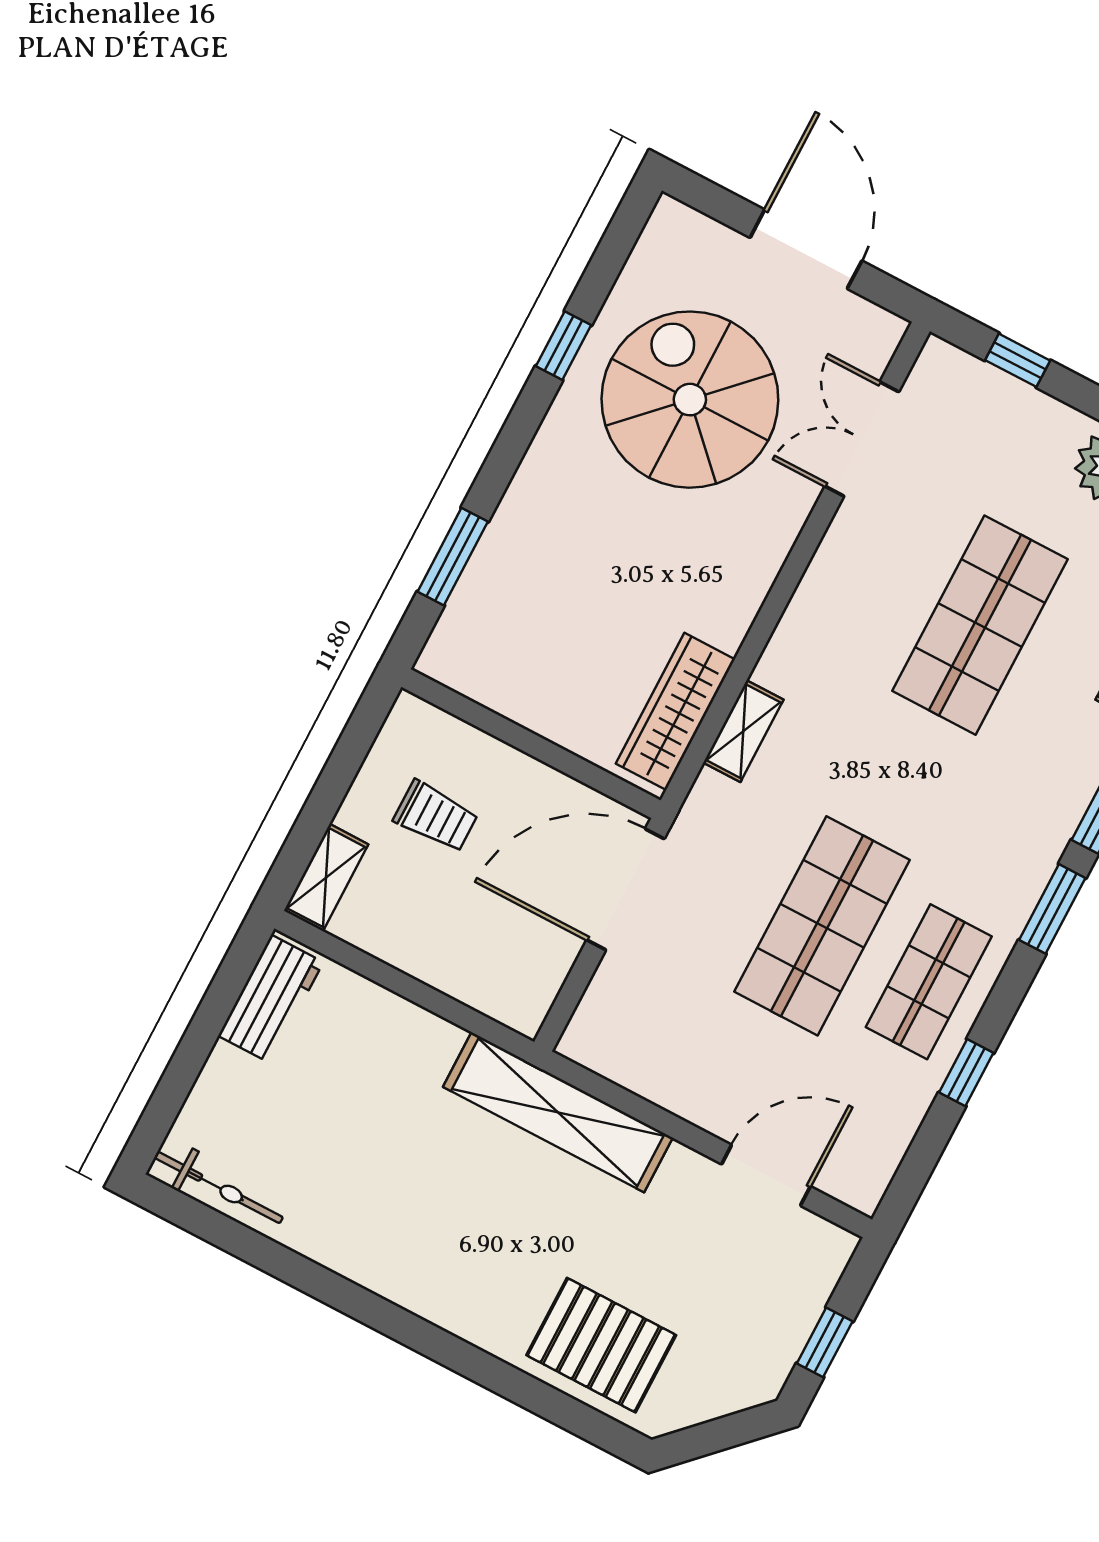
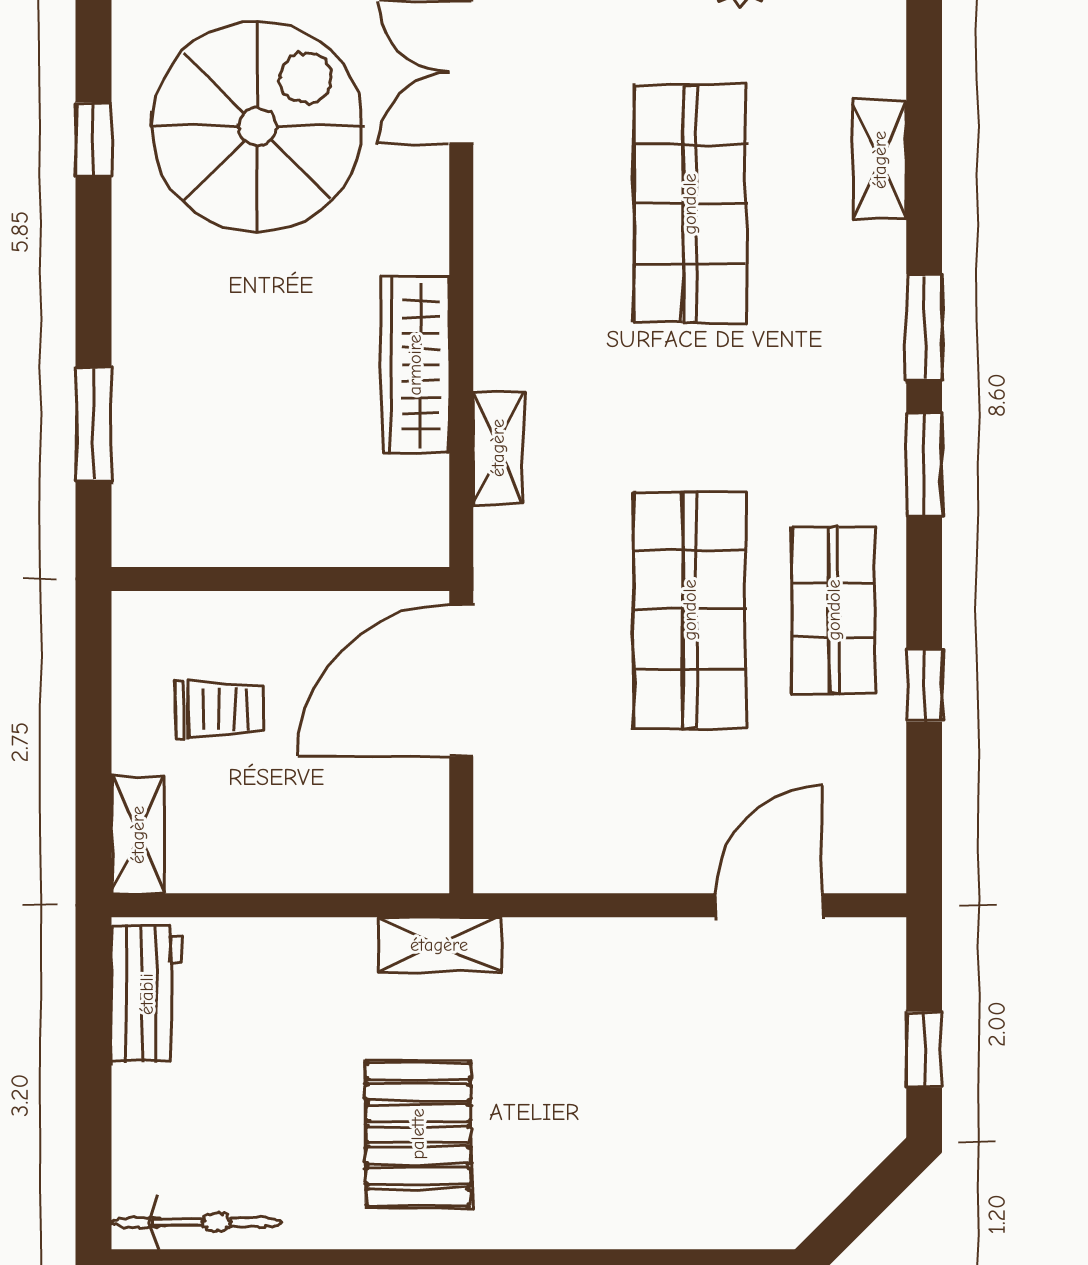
spiral stairs: (690, 400) -> (257, 126), turned 90
wardrobe: (675, 711) -> (415, 365), moved
shelving: (558, 1112) -> (439, 945), width x0.45, depth x0.75
pallet: (601, 1345) -> (418, 1134), moved, turned 90

